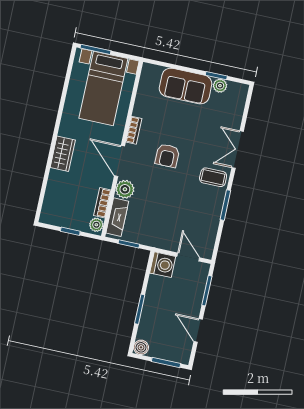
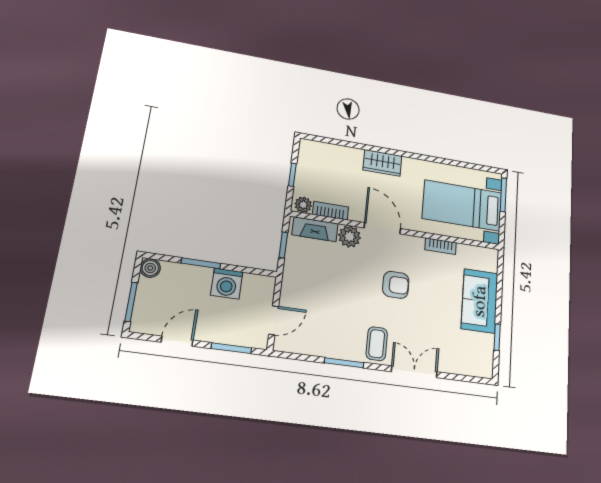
plant: (220, 86) -> (486, 343), removed
bookcase: (134, 130) -> (441, 246), moved
armchair: (167, 156) -> (396, 285), turned 180
door: (119, 161) -> (382, 228), hinge flipped
washing machine: (163, 265) -> (227, 284), moved

